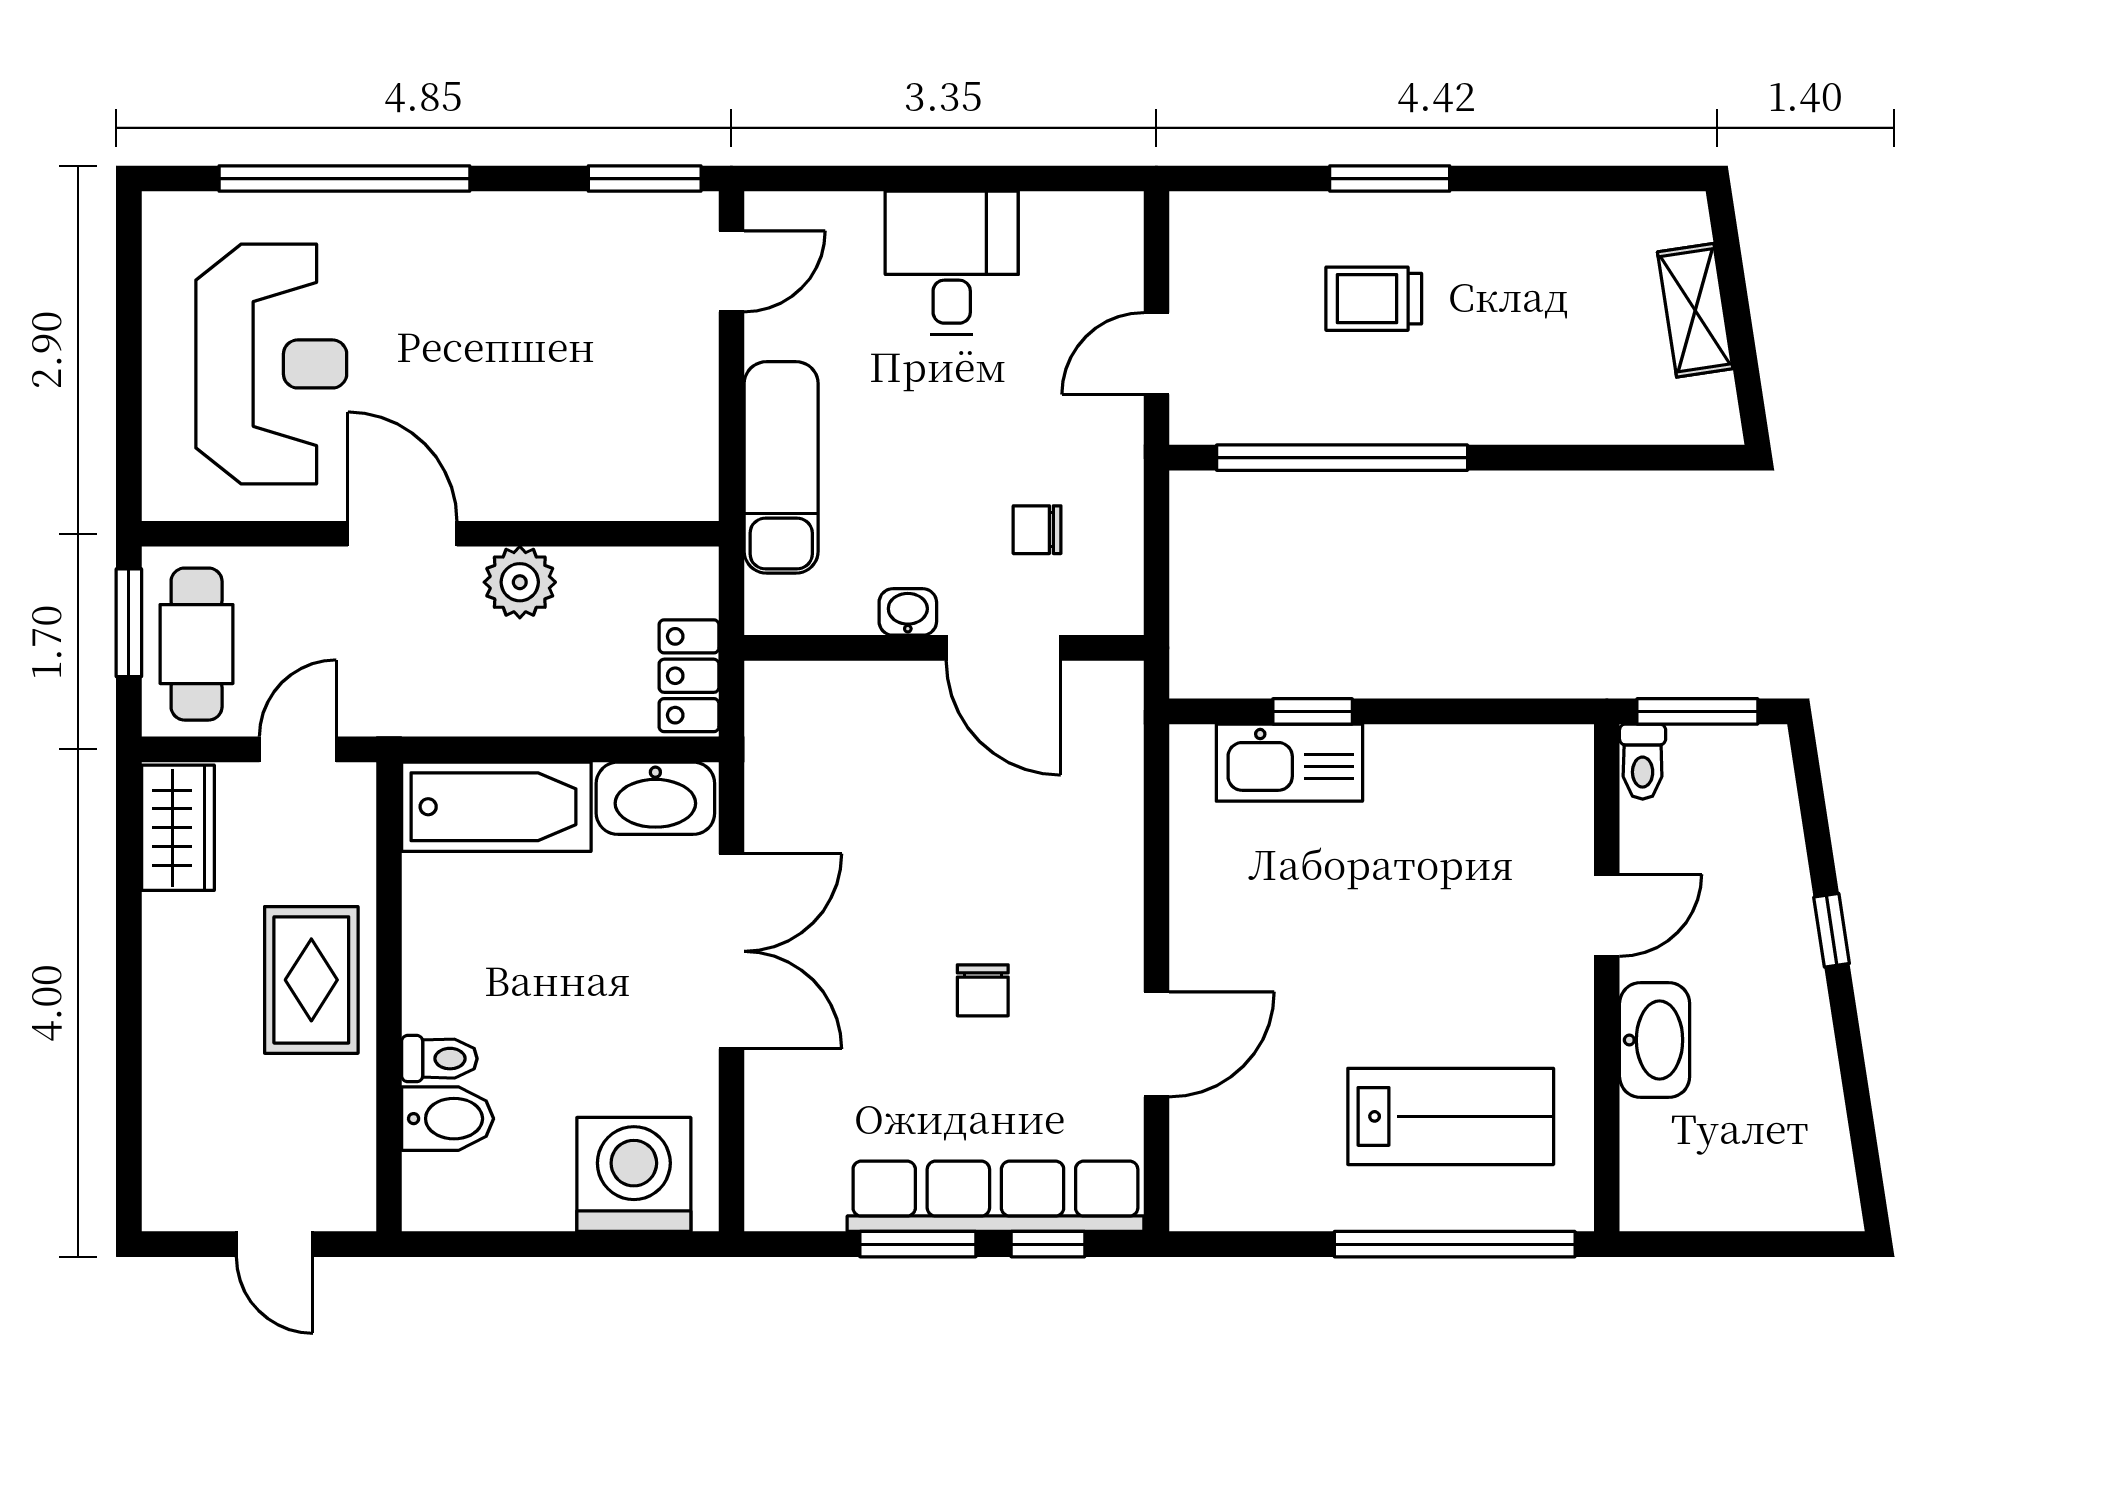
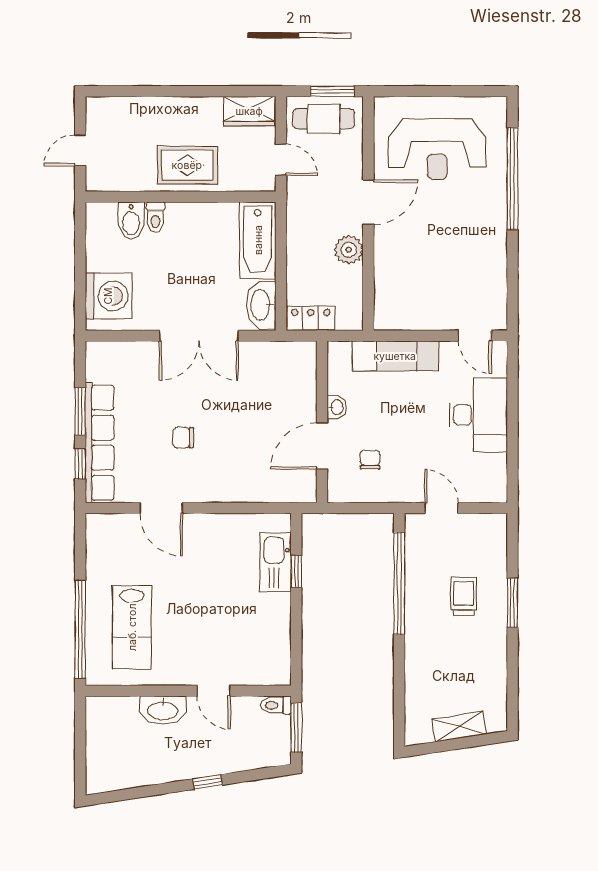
window: (645, 179) -> (512, 300), removed
desk: (952, 263) -> (478, 415), width x1.37

